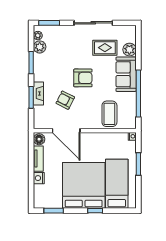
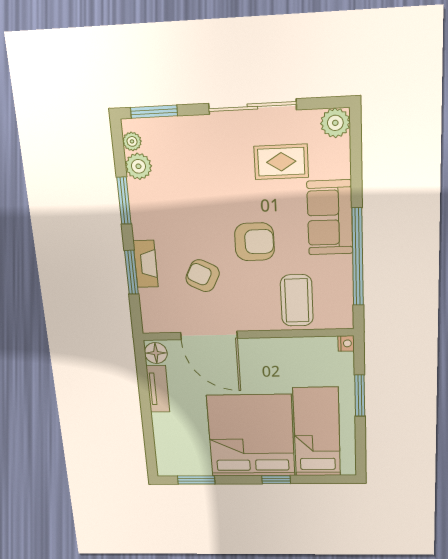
plant: (129, 50) -> (335, 123), moved
armchair: (83, 78) -> (254, 242), moved
nightstand: (39, 178) -> (162, 424), removed

